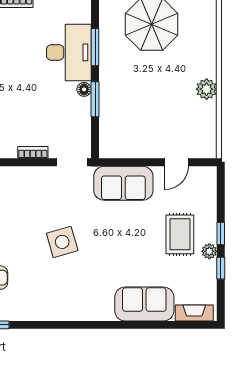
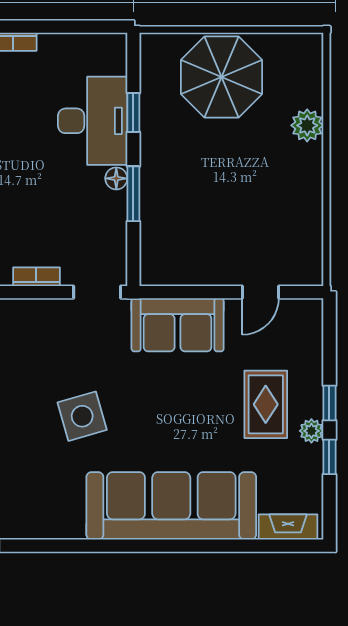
window: (95, 47) -> (133, 113), width x0.67
plant: (207, 89) -> (307, 125), moved
sofa: (144, 304) -> (171, 506), width x1.85, depth x1.27

